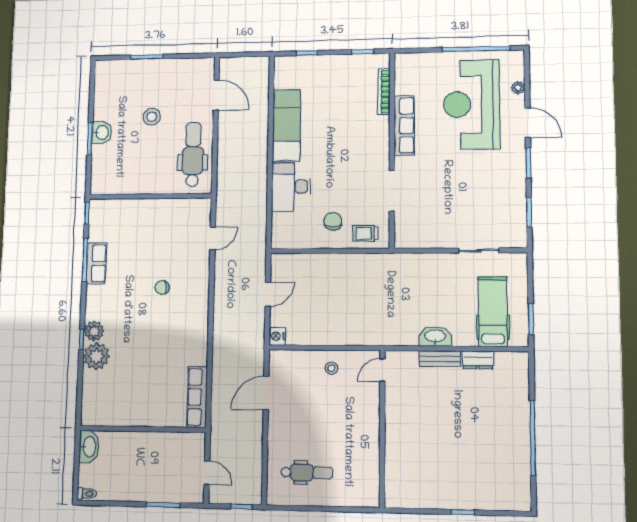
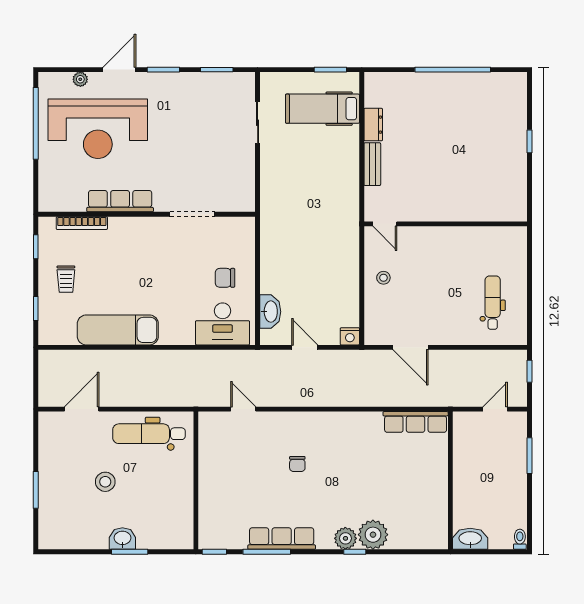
desk: (291, 187) -> (223, 324), moved
trolley: (365, 233) -> (66, 279), moved
row of seats: (96, 263) -> (282, 539), width x1.48
washbasin: (435, 336) -> (270, 312), moved, turned 180

